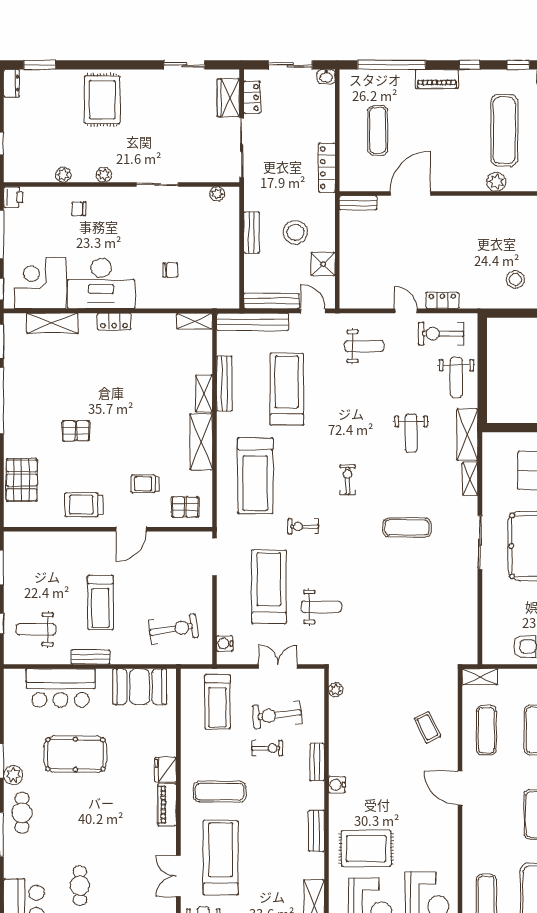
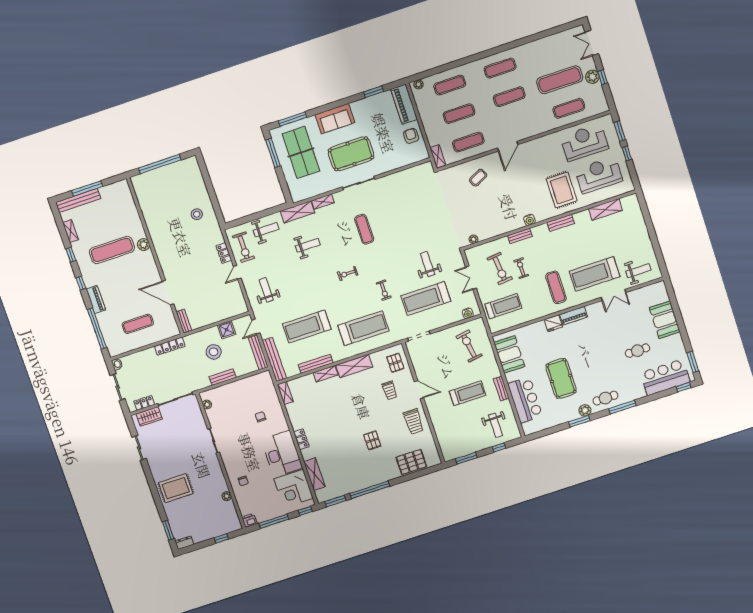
plant: (104, 175) -> (219, 473), removed

